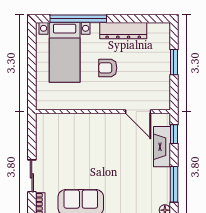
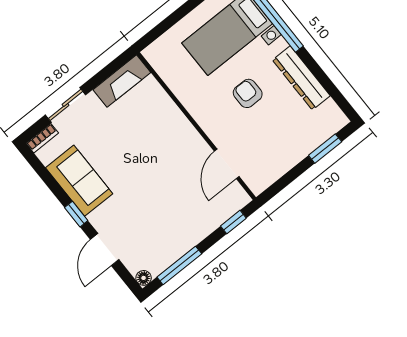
window: (174, 62) -> (325, 149), moved
fireplace: (162, 147) -> (122, 81), moved, turned 180

